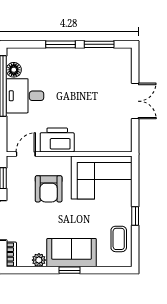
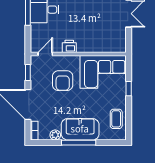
printer: (57, 140) -> (69, 46), width x0.53, depth x0.68
window: (135, 216) -> (129, 89), moved
window: (70, 270) -> (79, 143), width x2.17

